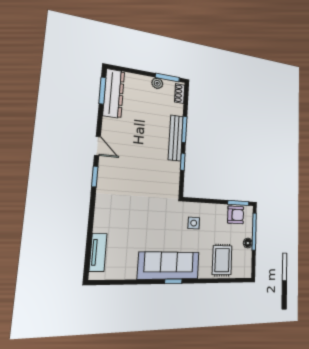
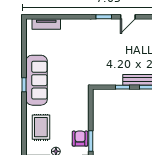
armchair: (236, 215) -> (80, 139), turned 180
side table: (194, 223) -> (71, 100), removed
rug: (222, 260) -> (41, 127), turned 90

